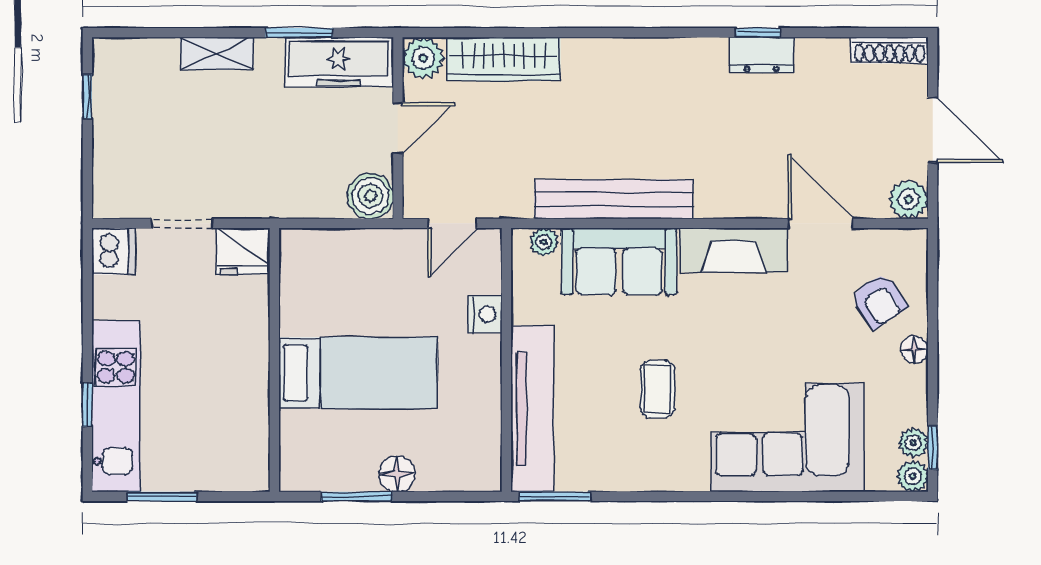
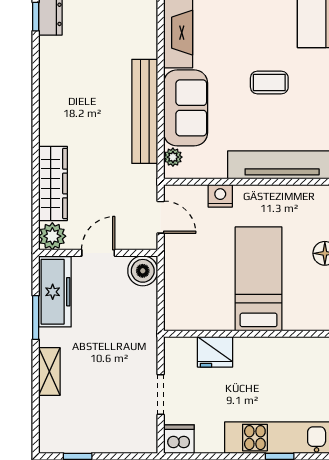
door: (398, 128) -> (98, 253), hinge flipped
fridge: (243, 251) -> (215, 352), moved, turned 90

